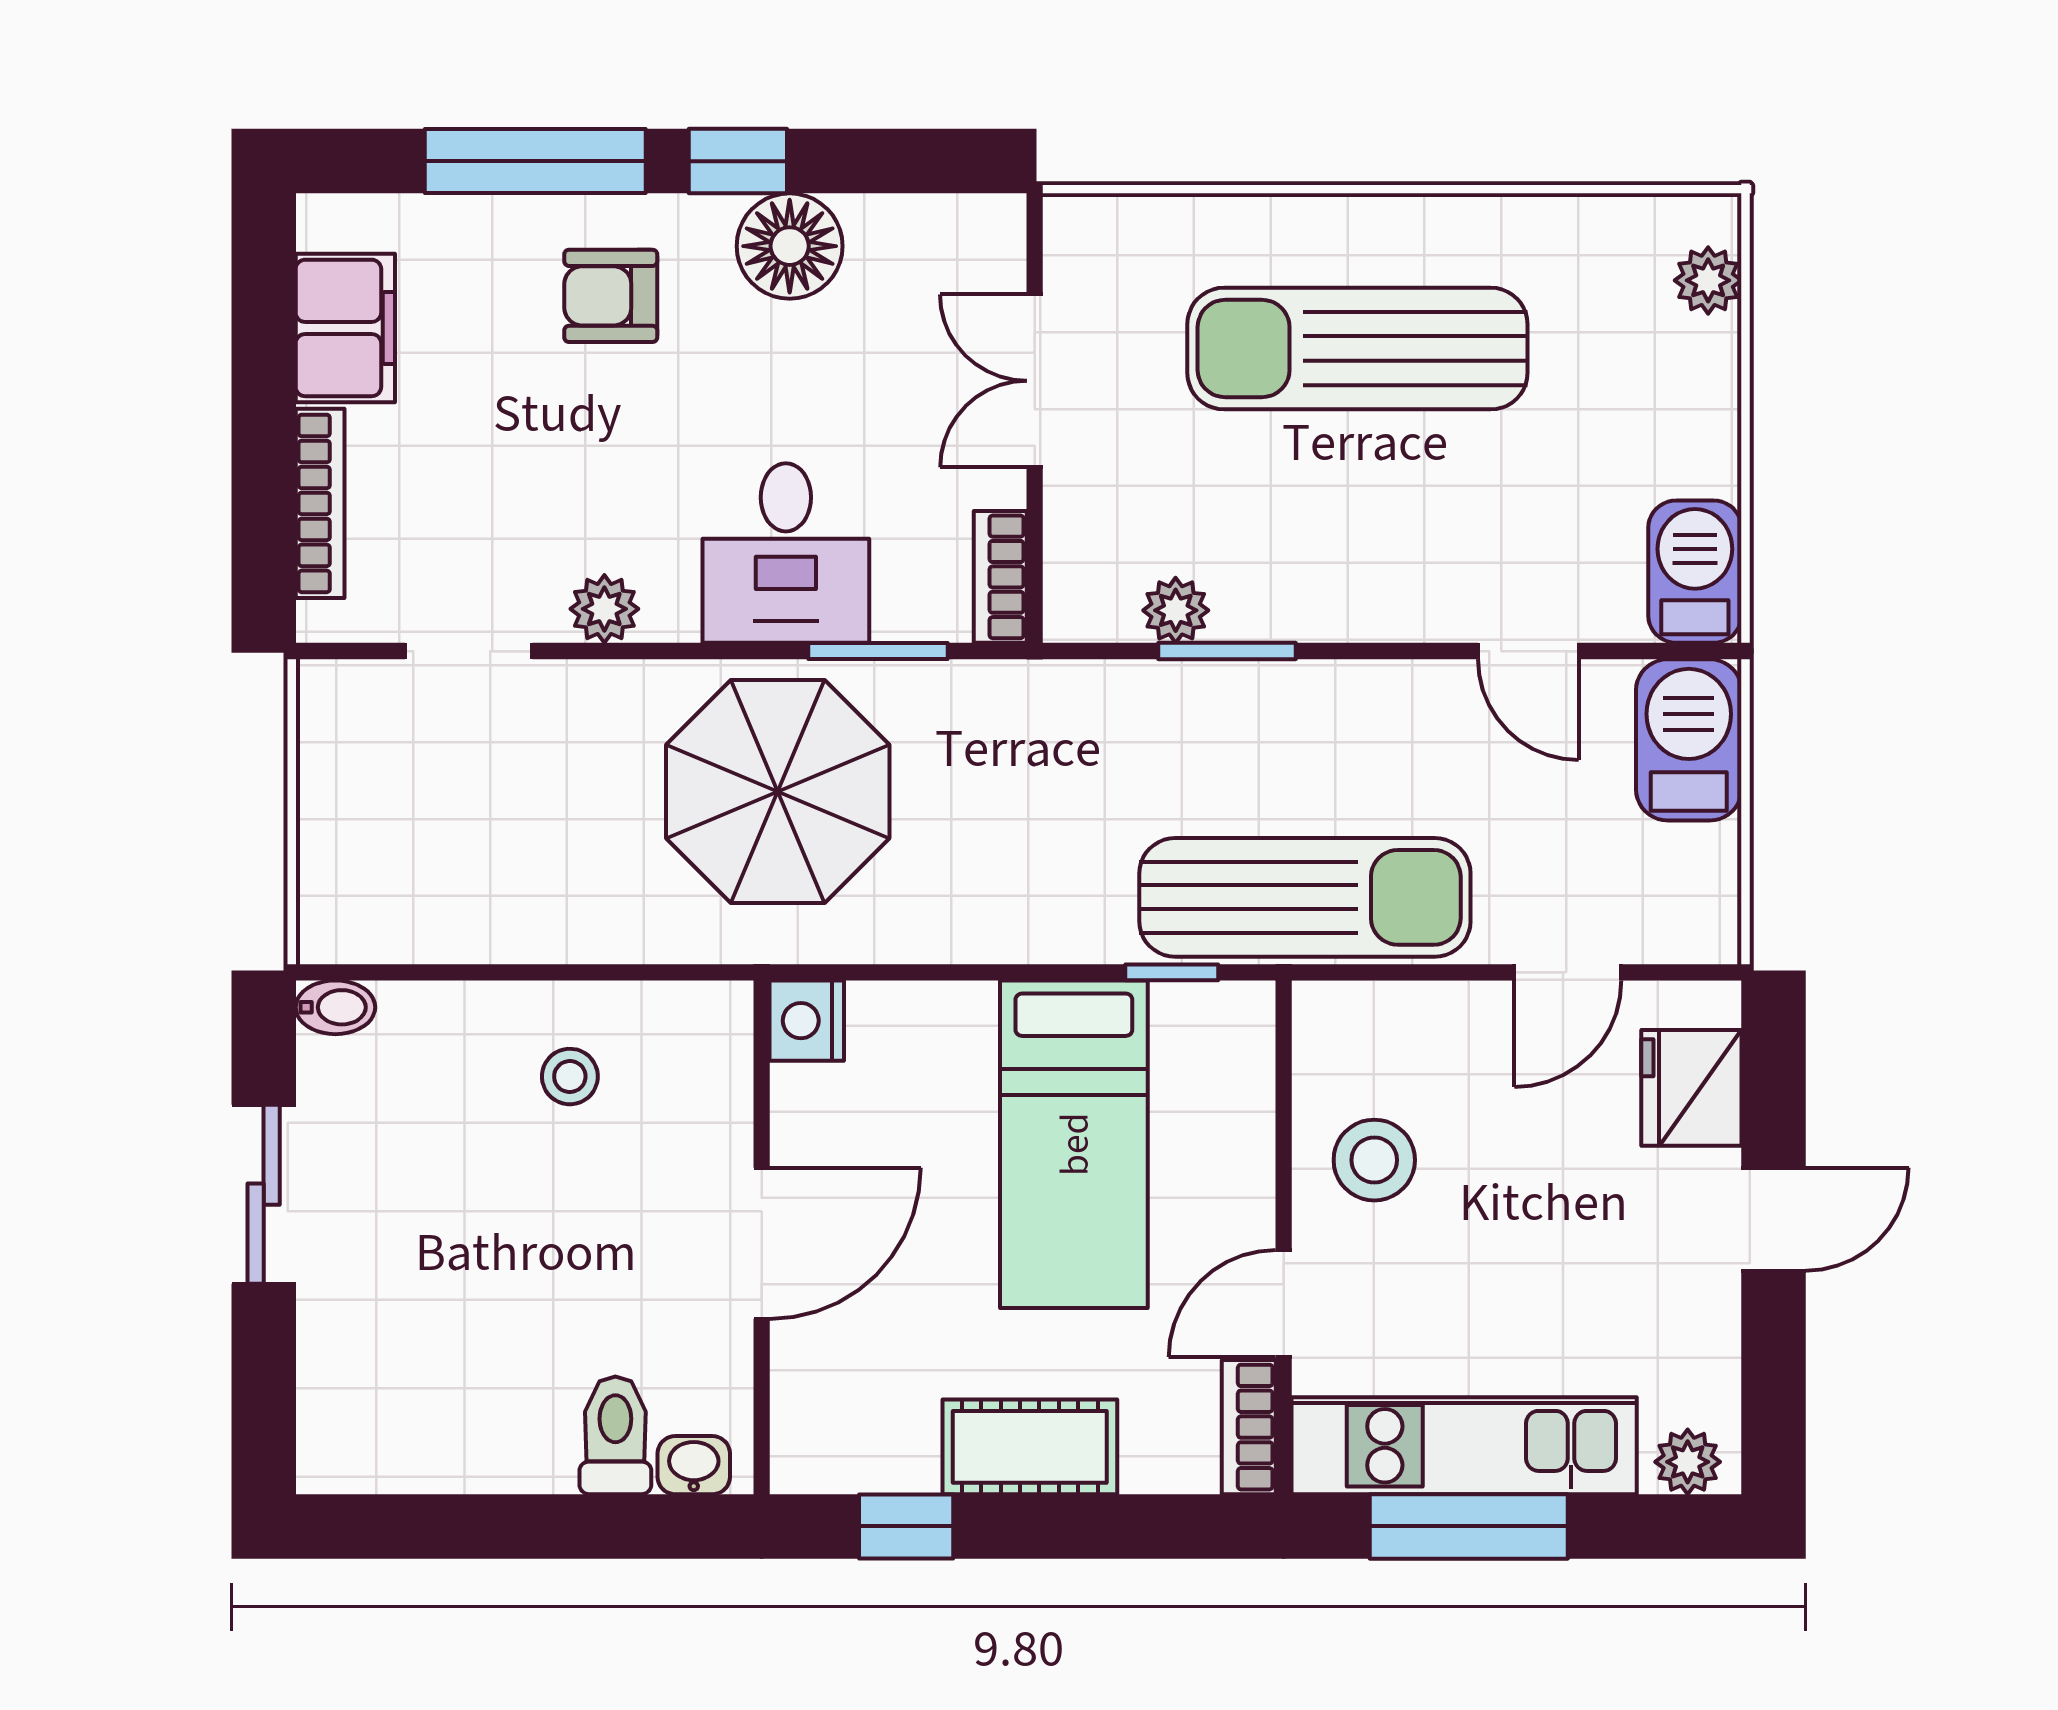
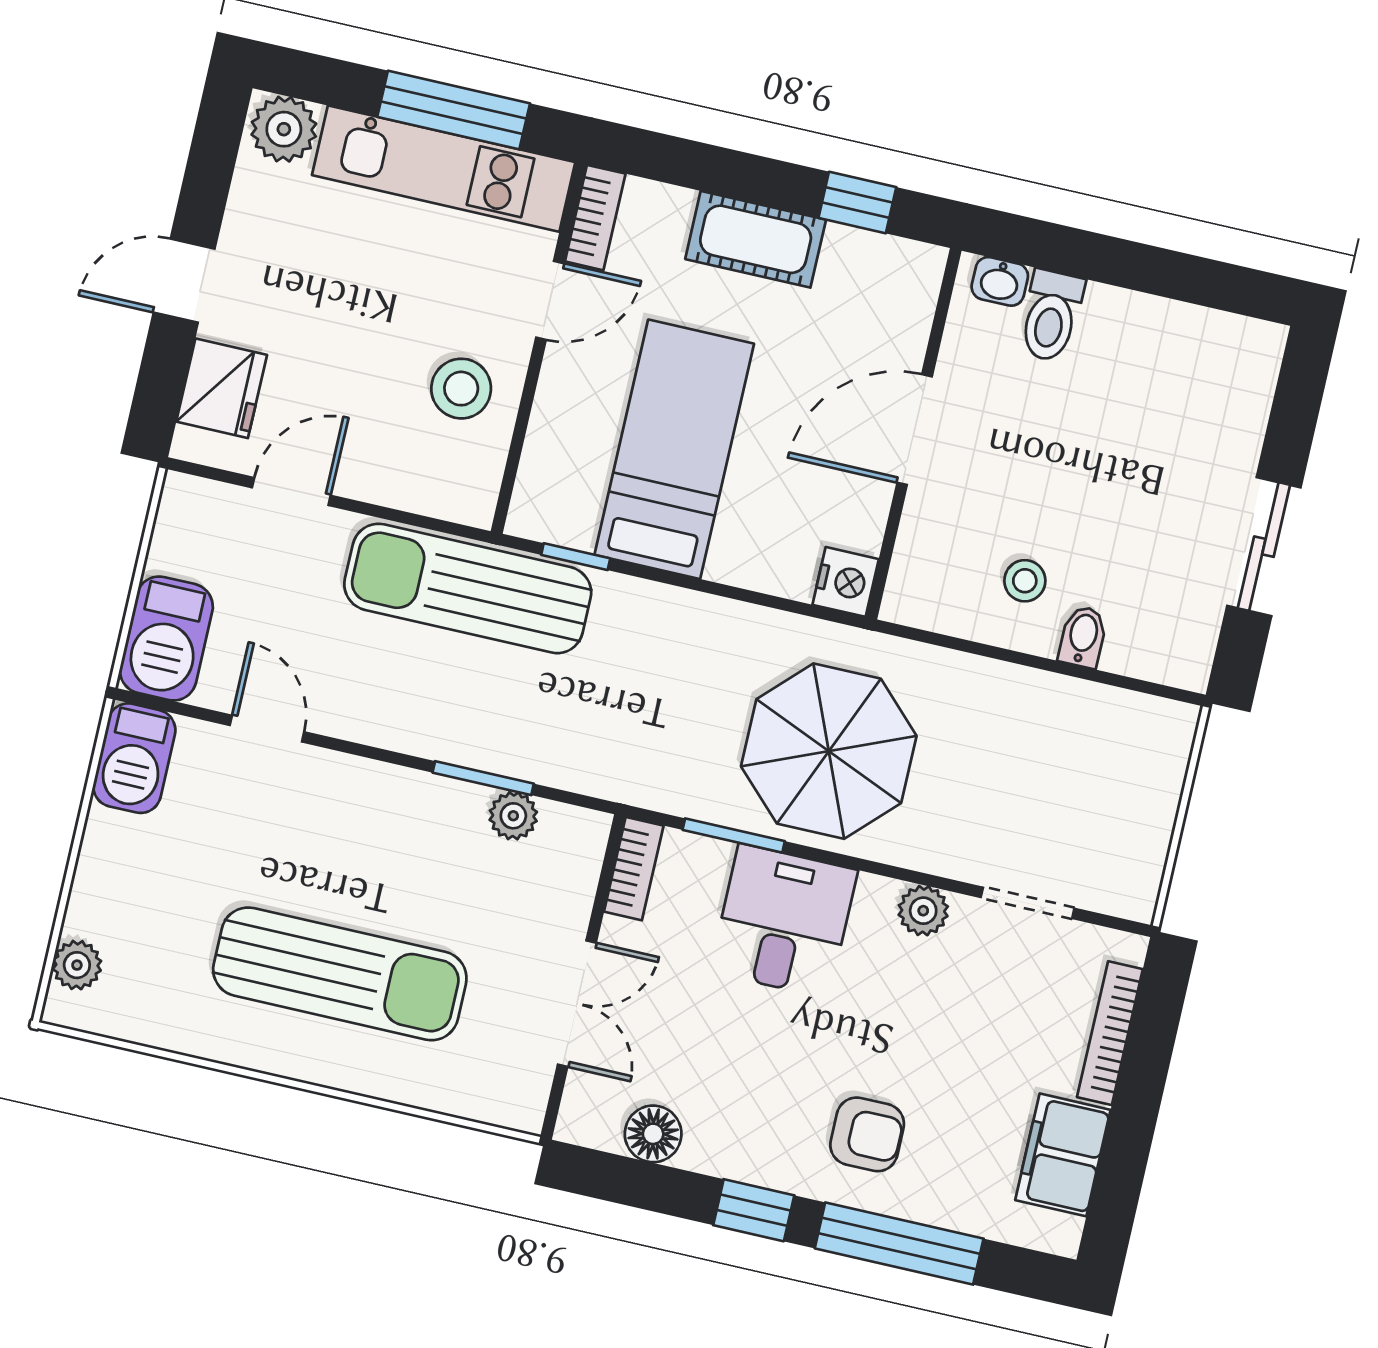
floor lamp: (790, 246) -> (653, 1134), moved, width x0.73, depth x0.73
bidet: (335, 1007) -> (1083, 637), moved, turned 90
plant: (1688, 1462) -> (284, 129), width x1.38, depth x1.38

